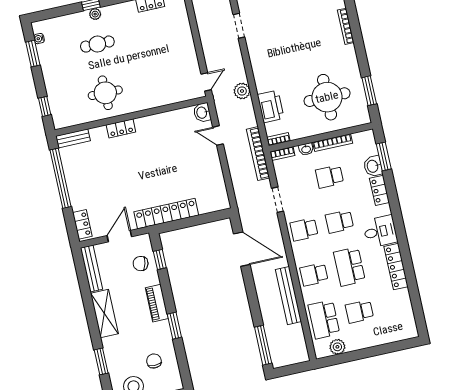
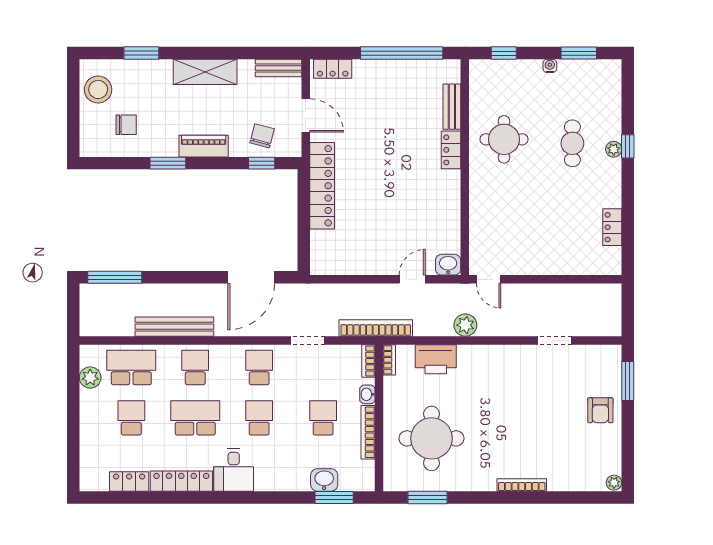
water cooler: (39, 39) -> (550, 66), moved
bench: (73, 138) -> (452, 107), moved
locker: (379, 190) -> (129, 481), moved
bench: (92, 269) -> (279, 68), width x0.73

